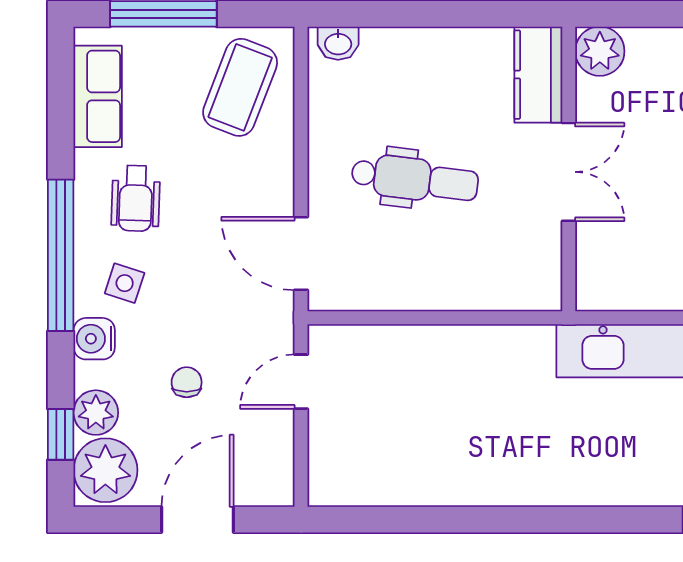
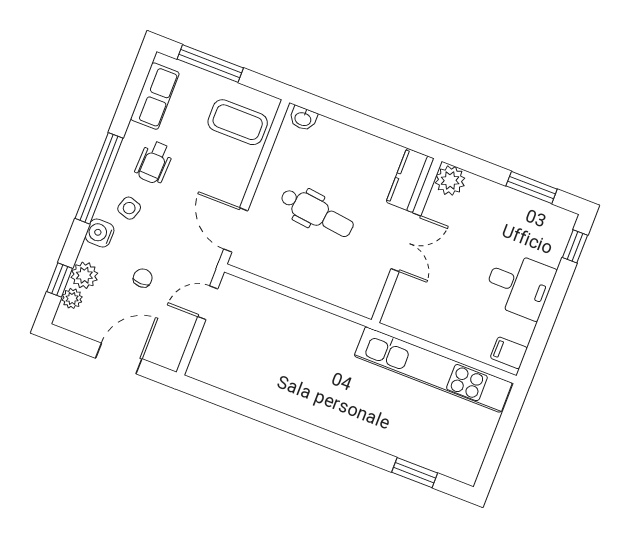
coffee table: (240, 87) -> (238, 122), turned 69
plant: (105, 470) -> (72, 298), width x0.53, depth x0.53

